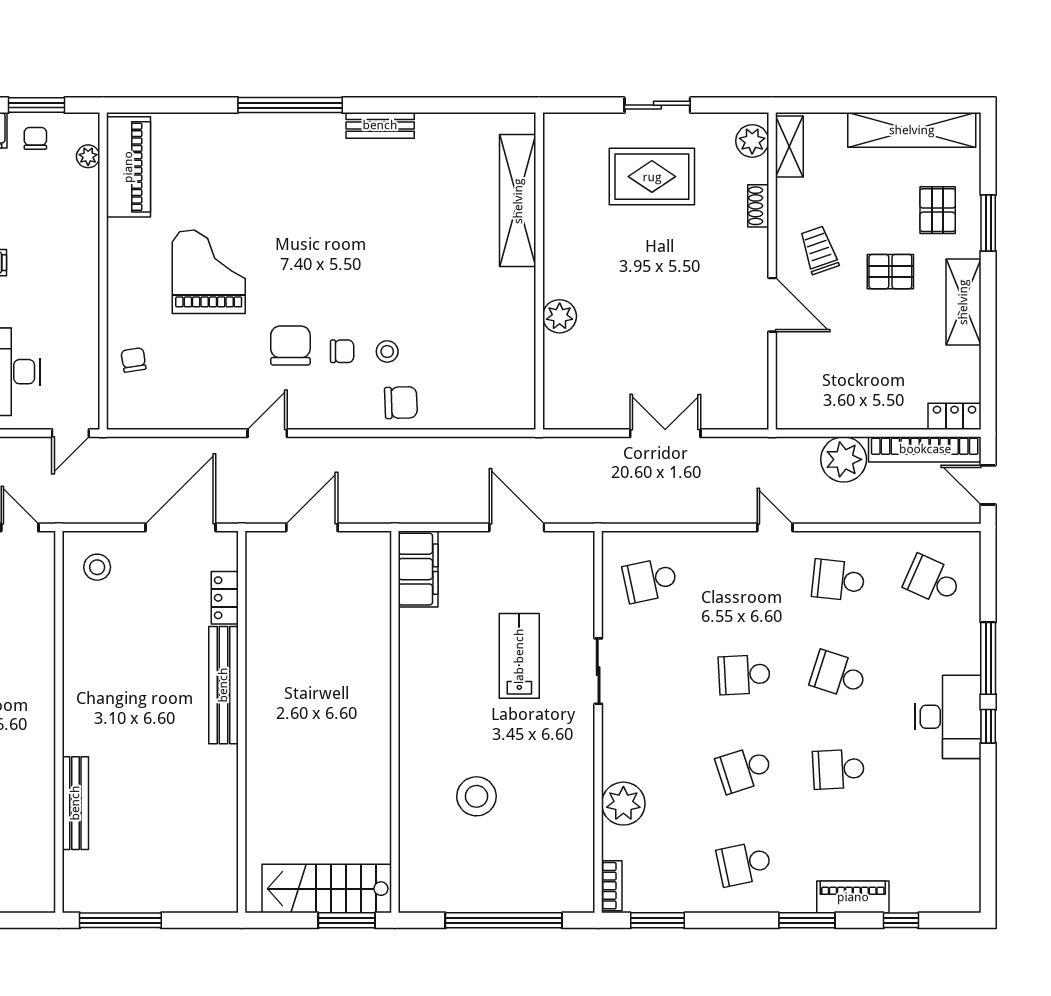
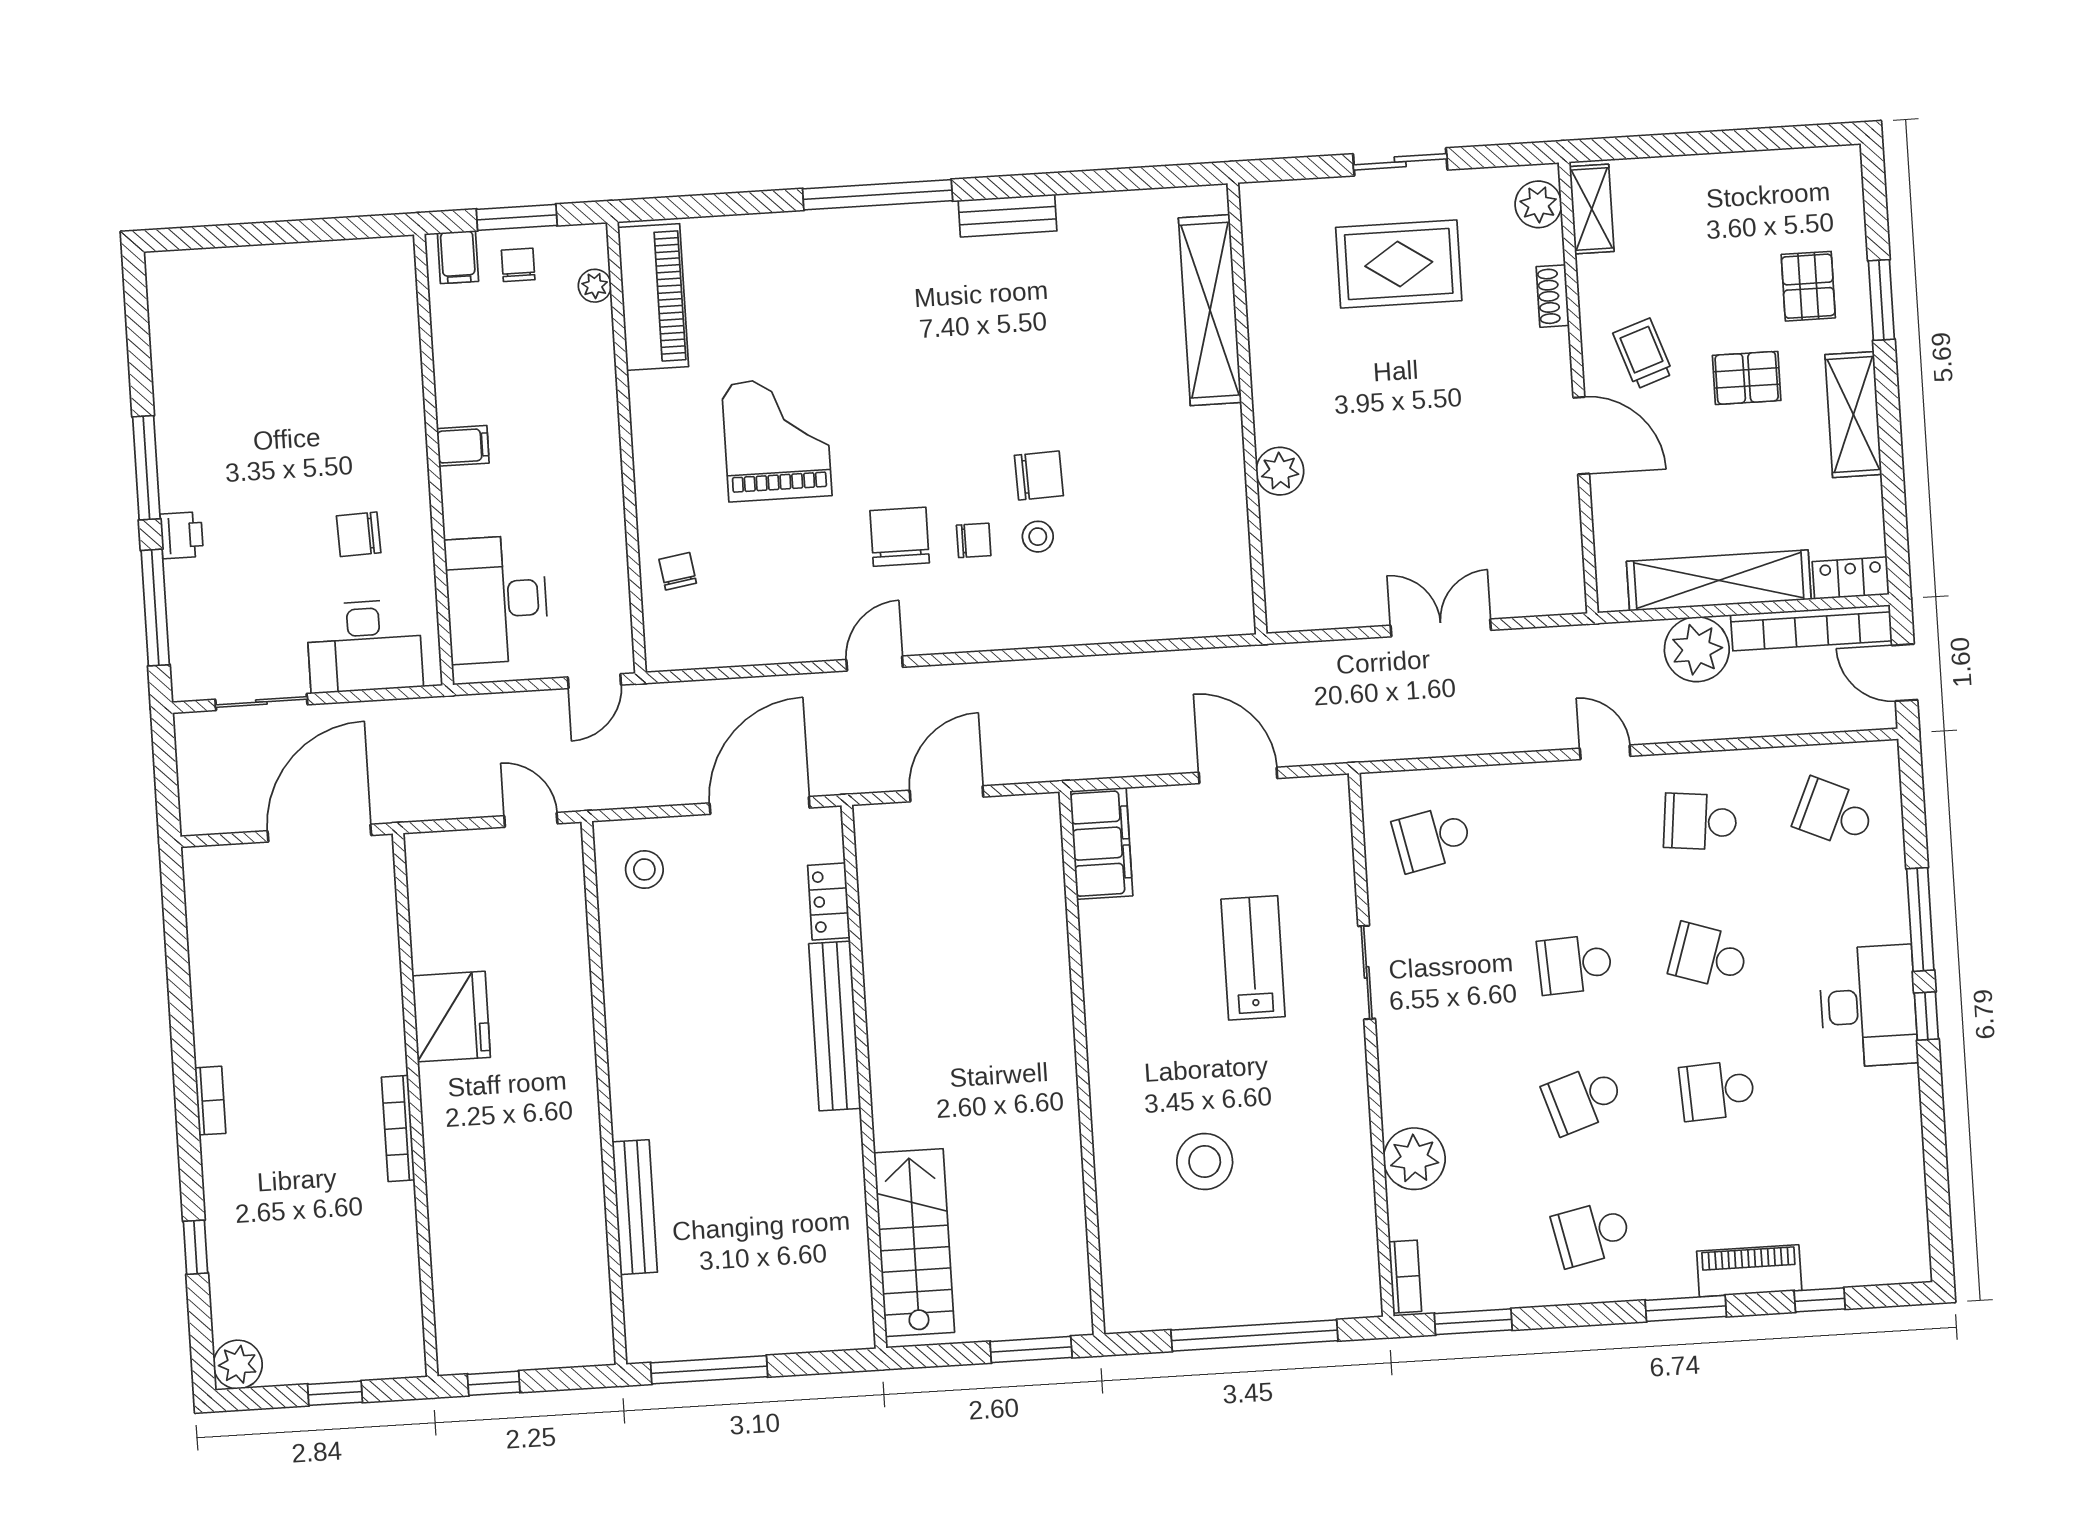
shelving: (912, 130) -> (1719, 580), moved
chair: (401, 403) -> (1039, 476), moved
stairs: (327, 889) -> (914, 1243), moved, turned 90

